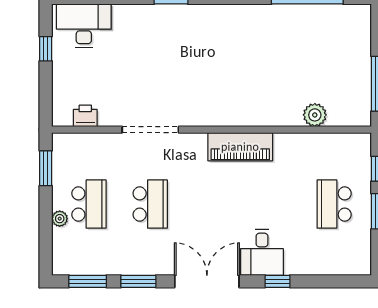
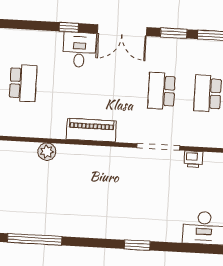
plant: (315, 115) -> (47, 152), moved
printer: (85, 116) -> (193, 159), moved

